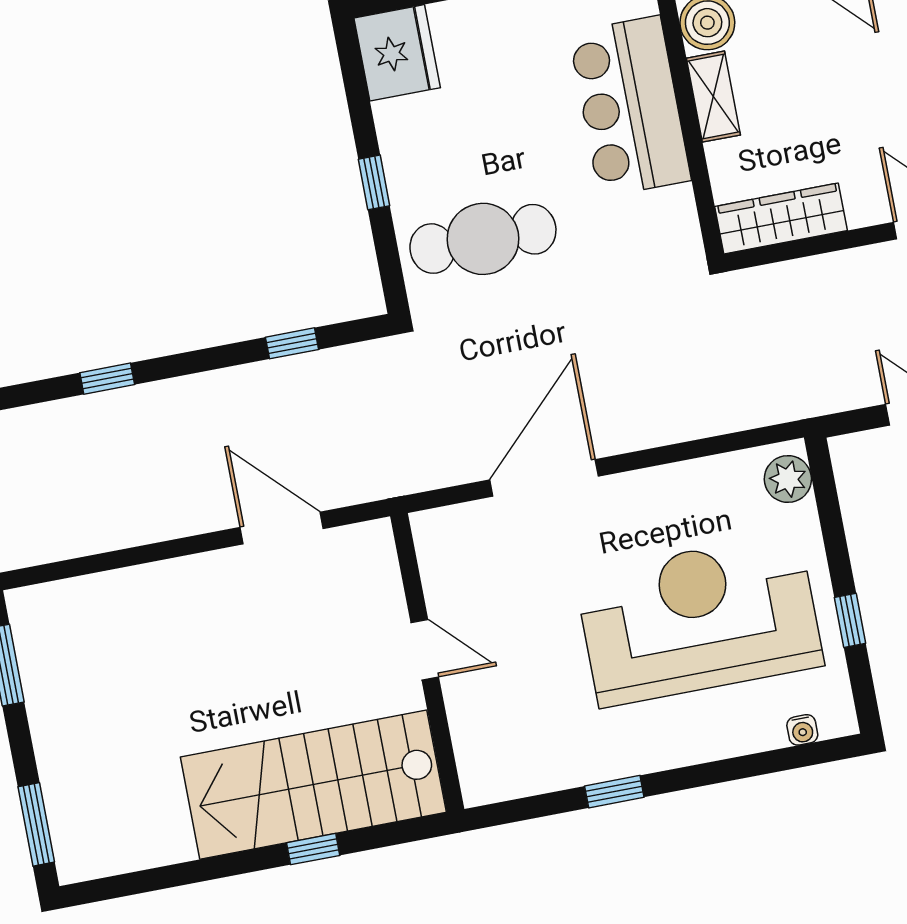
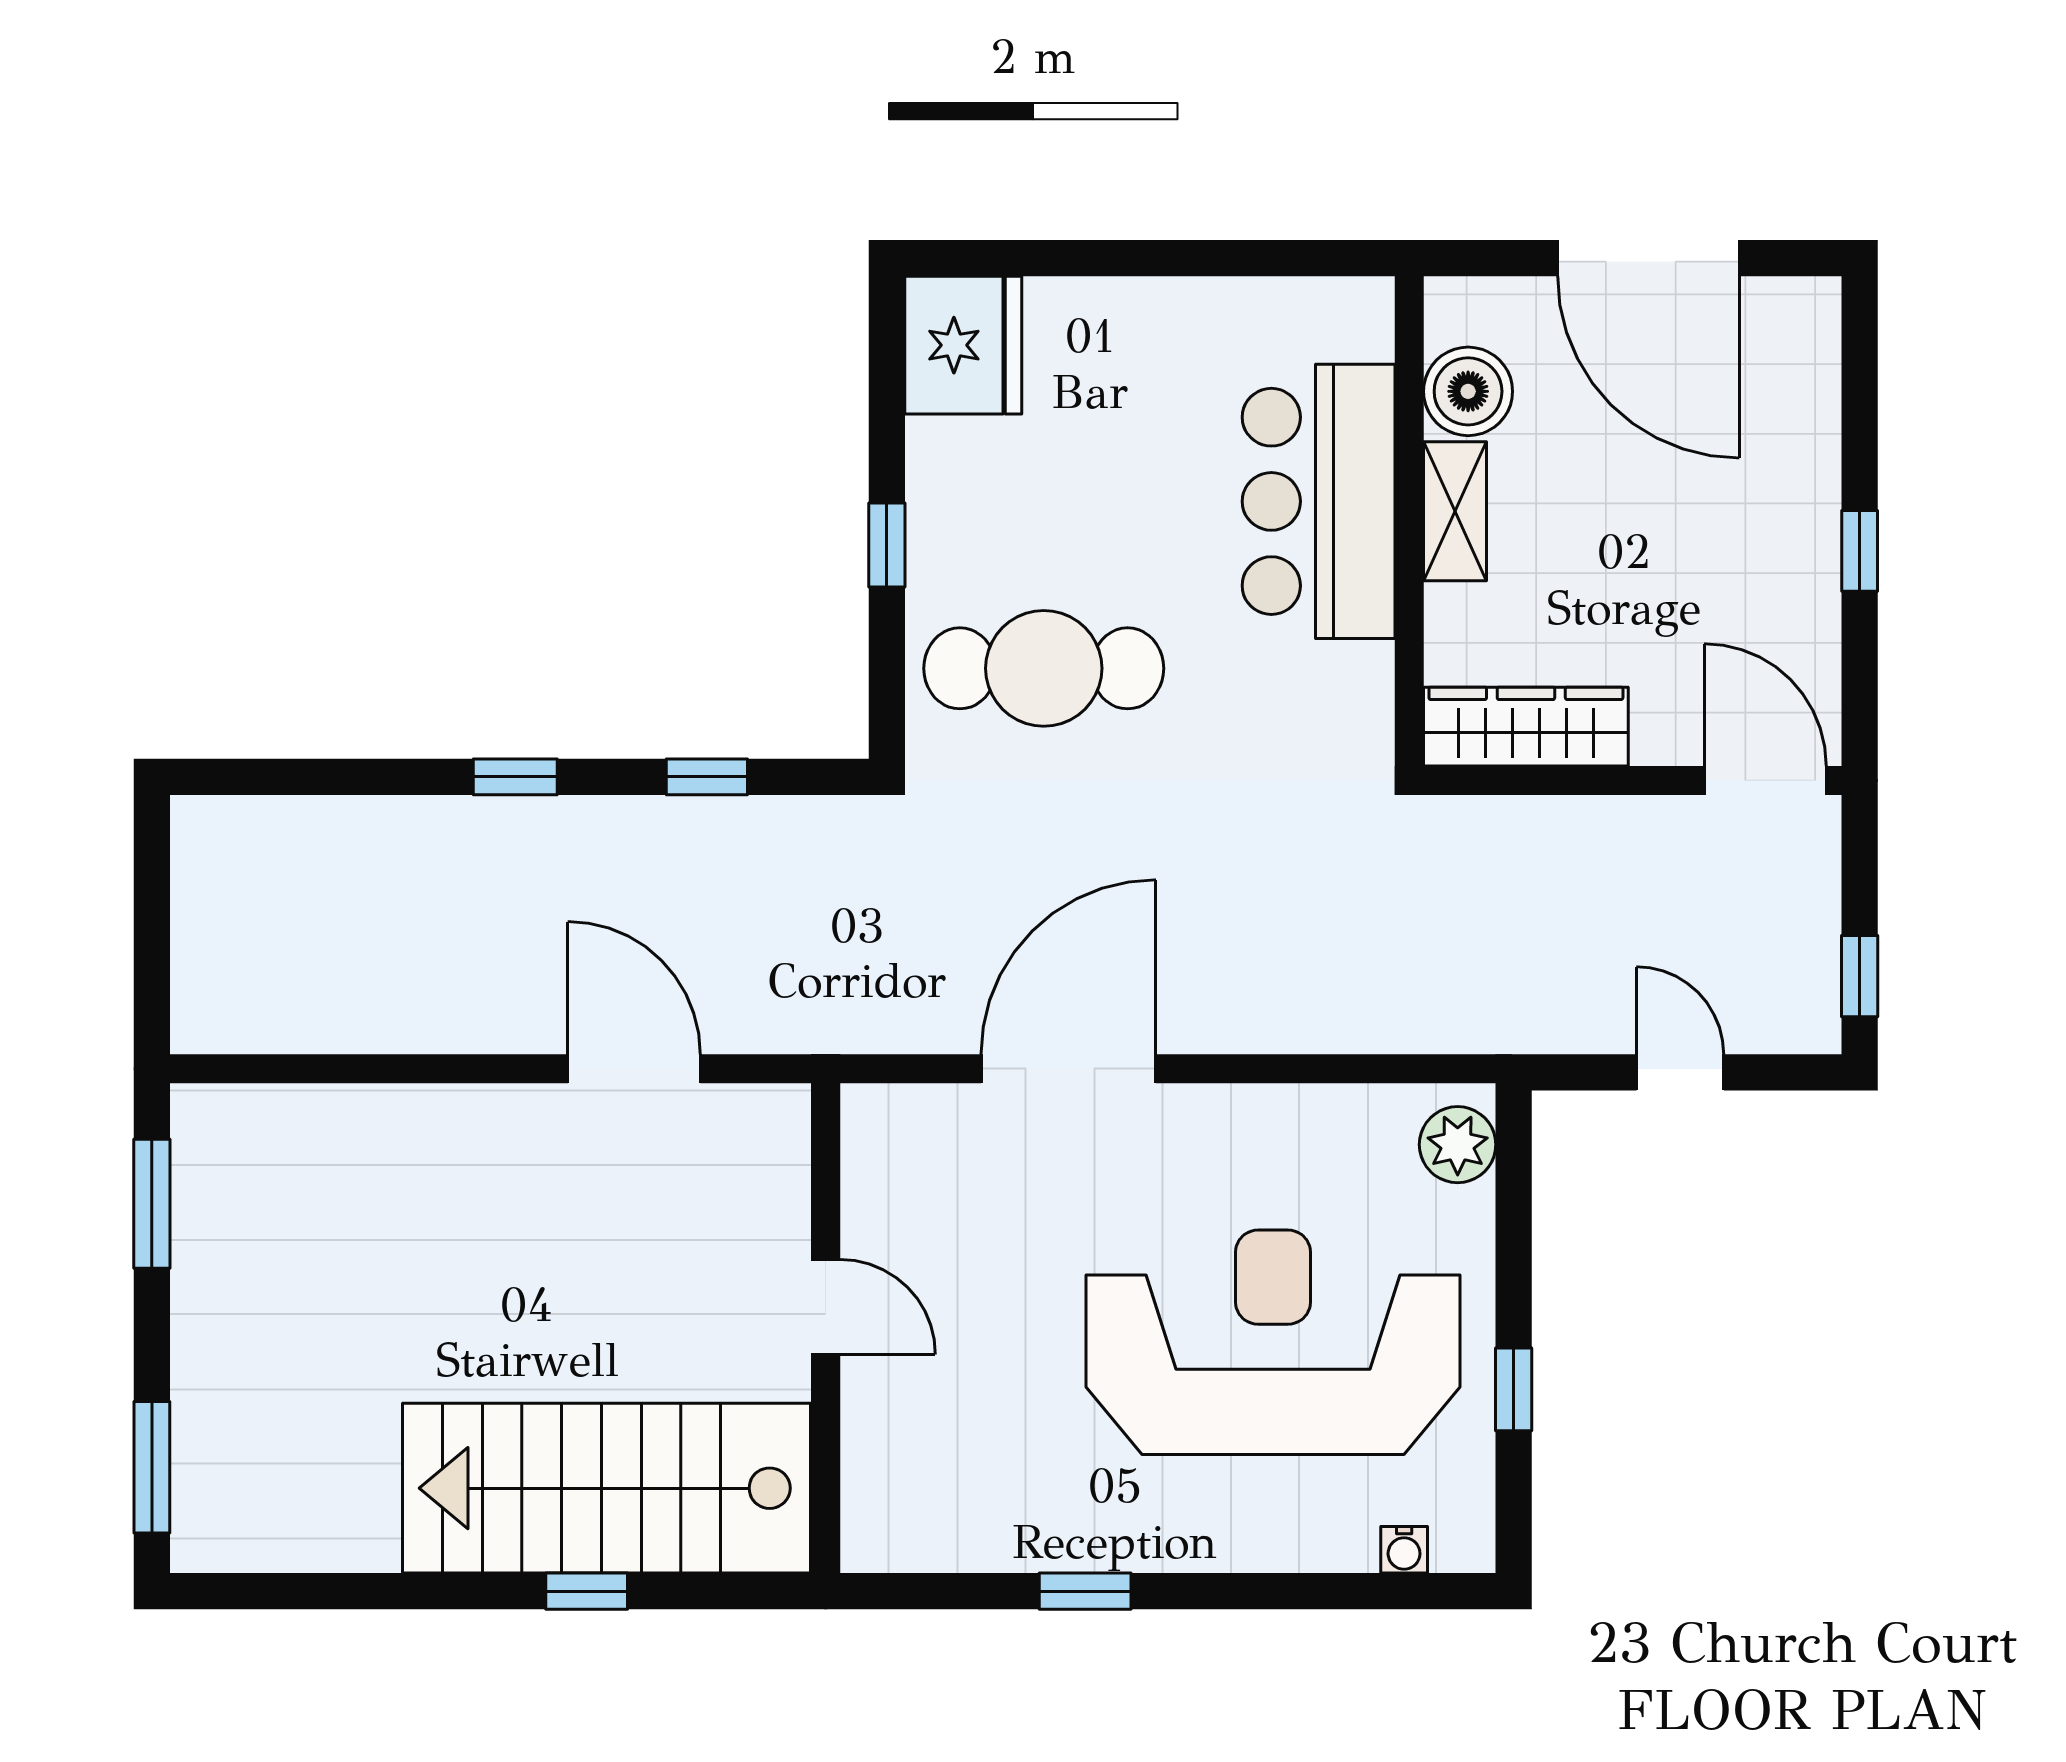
window: (107, 379) -> (515, 777), moved

